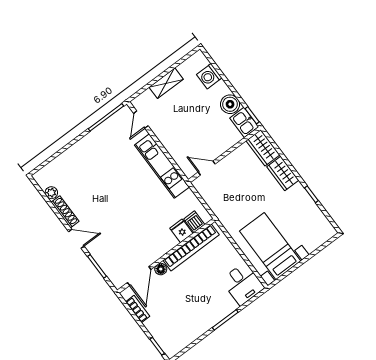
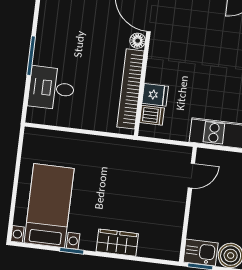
wardrobe: (263, 148) -> (160, 247), removed
bed with nightstands: (270, 246) -> (49, 206), moved, turned -90
desk: (243, 284) -> (51, 88), moved

